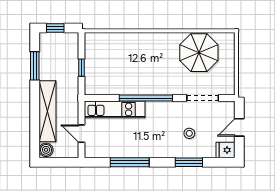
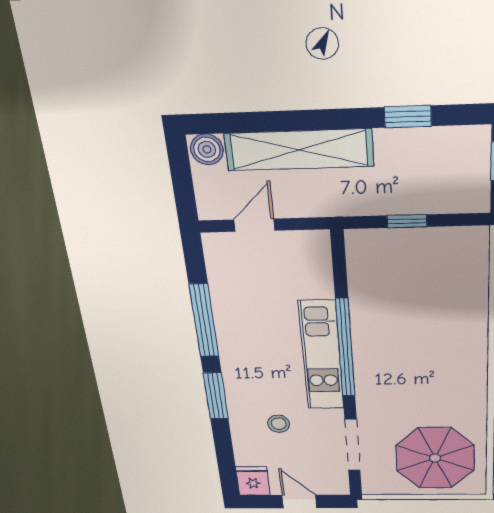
parasol: (199, 53) -> (435, 458), moved
window: (35, 66) -> (408, 117), width x0.67
kitchen unit: (115, 109) -> (321, 356), moved
window: (189, 162) -> (216, 396), moved

